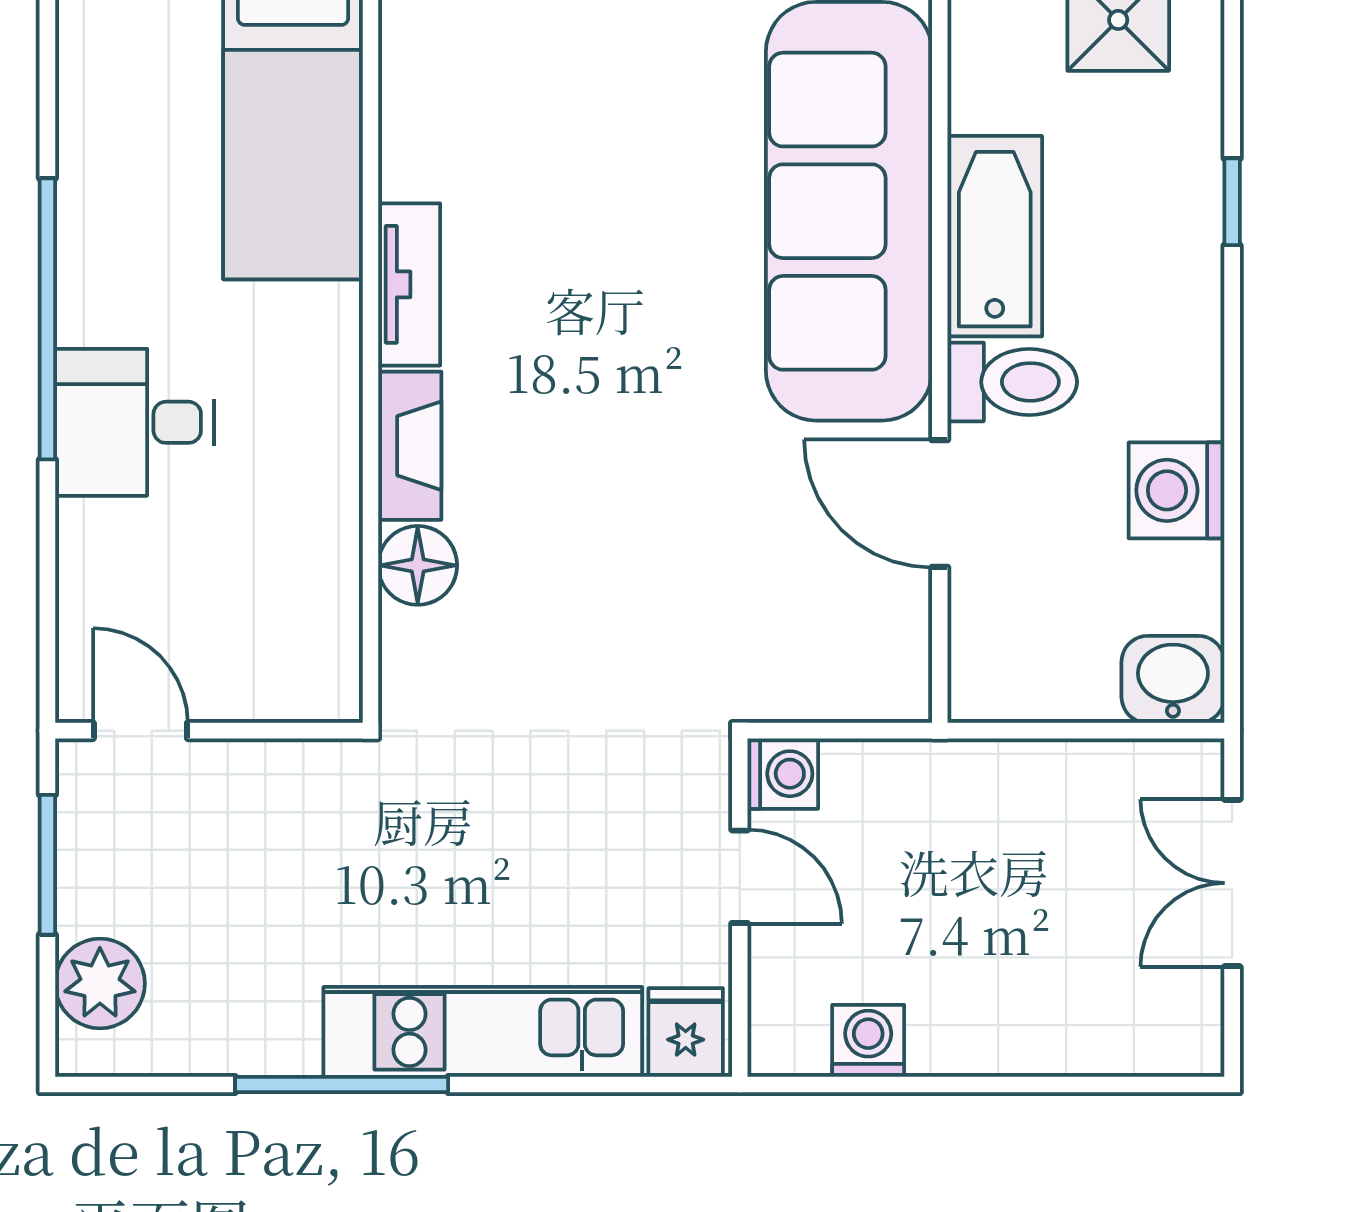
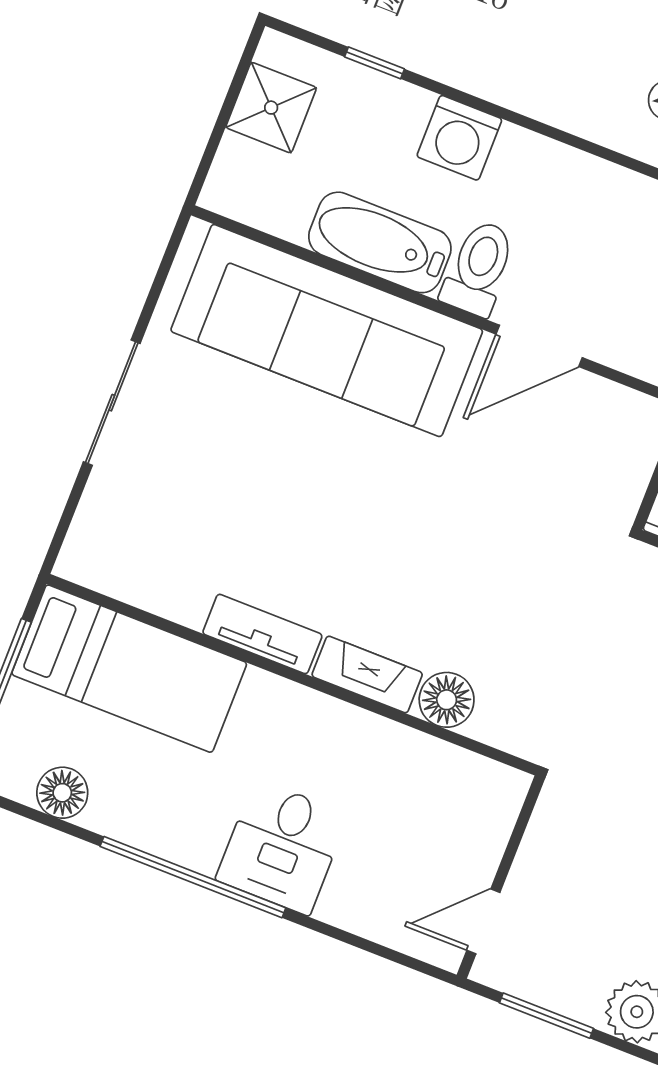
floor lamp: (92, 100) -> (62, 793), added
window: (1232, 202) -> (374, 63), moved
washing machine: (1177, 490) -> (459, 138), moved

